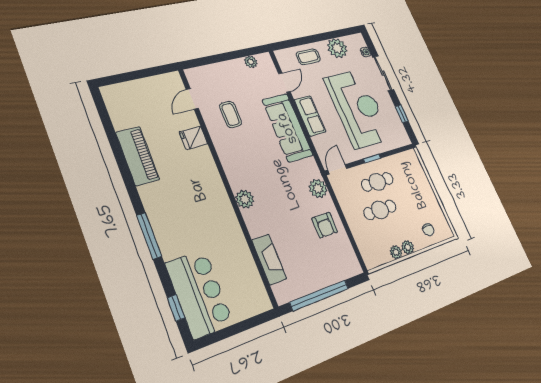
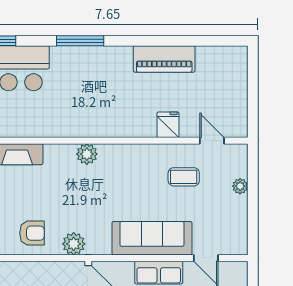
plant: (251, 62) -> (240, 186), moved
armchair: (325, 225) -> (32, 233), turned 180

